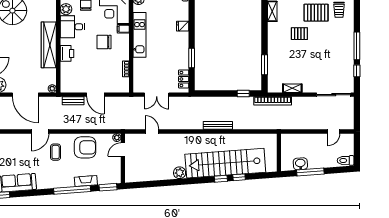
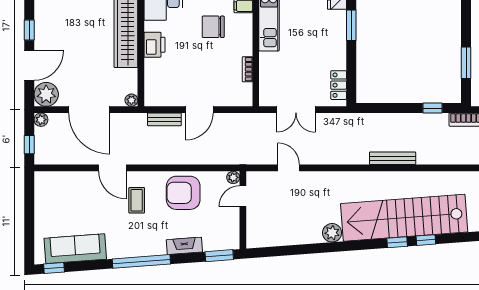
window: (192, 58) -> (351, 25), moved
door: (95, 95) -> (199, 110), hinge flipped
door: (40, 132) -> (112, 168), hinge flipped
armchair: (85, 147) -> (183, 193), turned 180
window: (72, 190) -> (141, 261), moved

